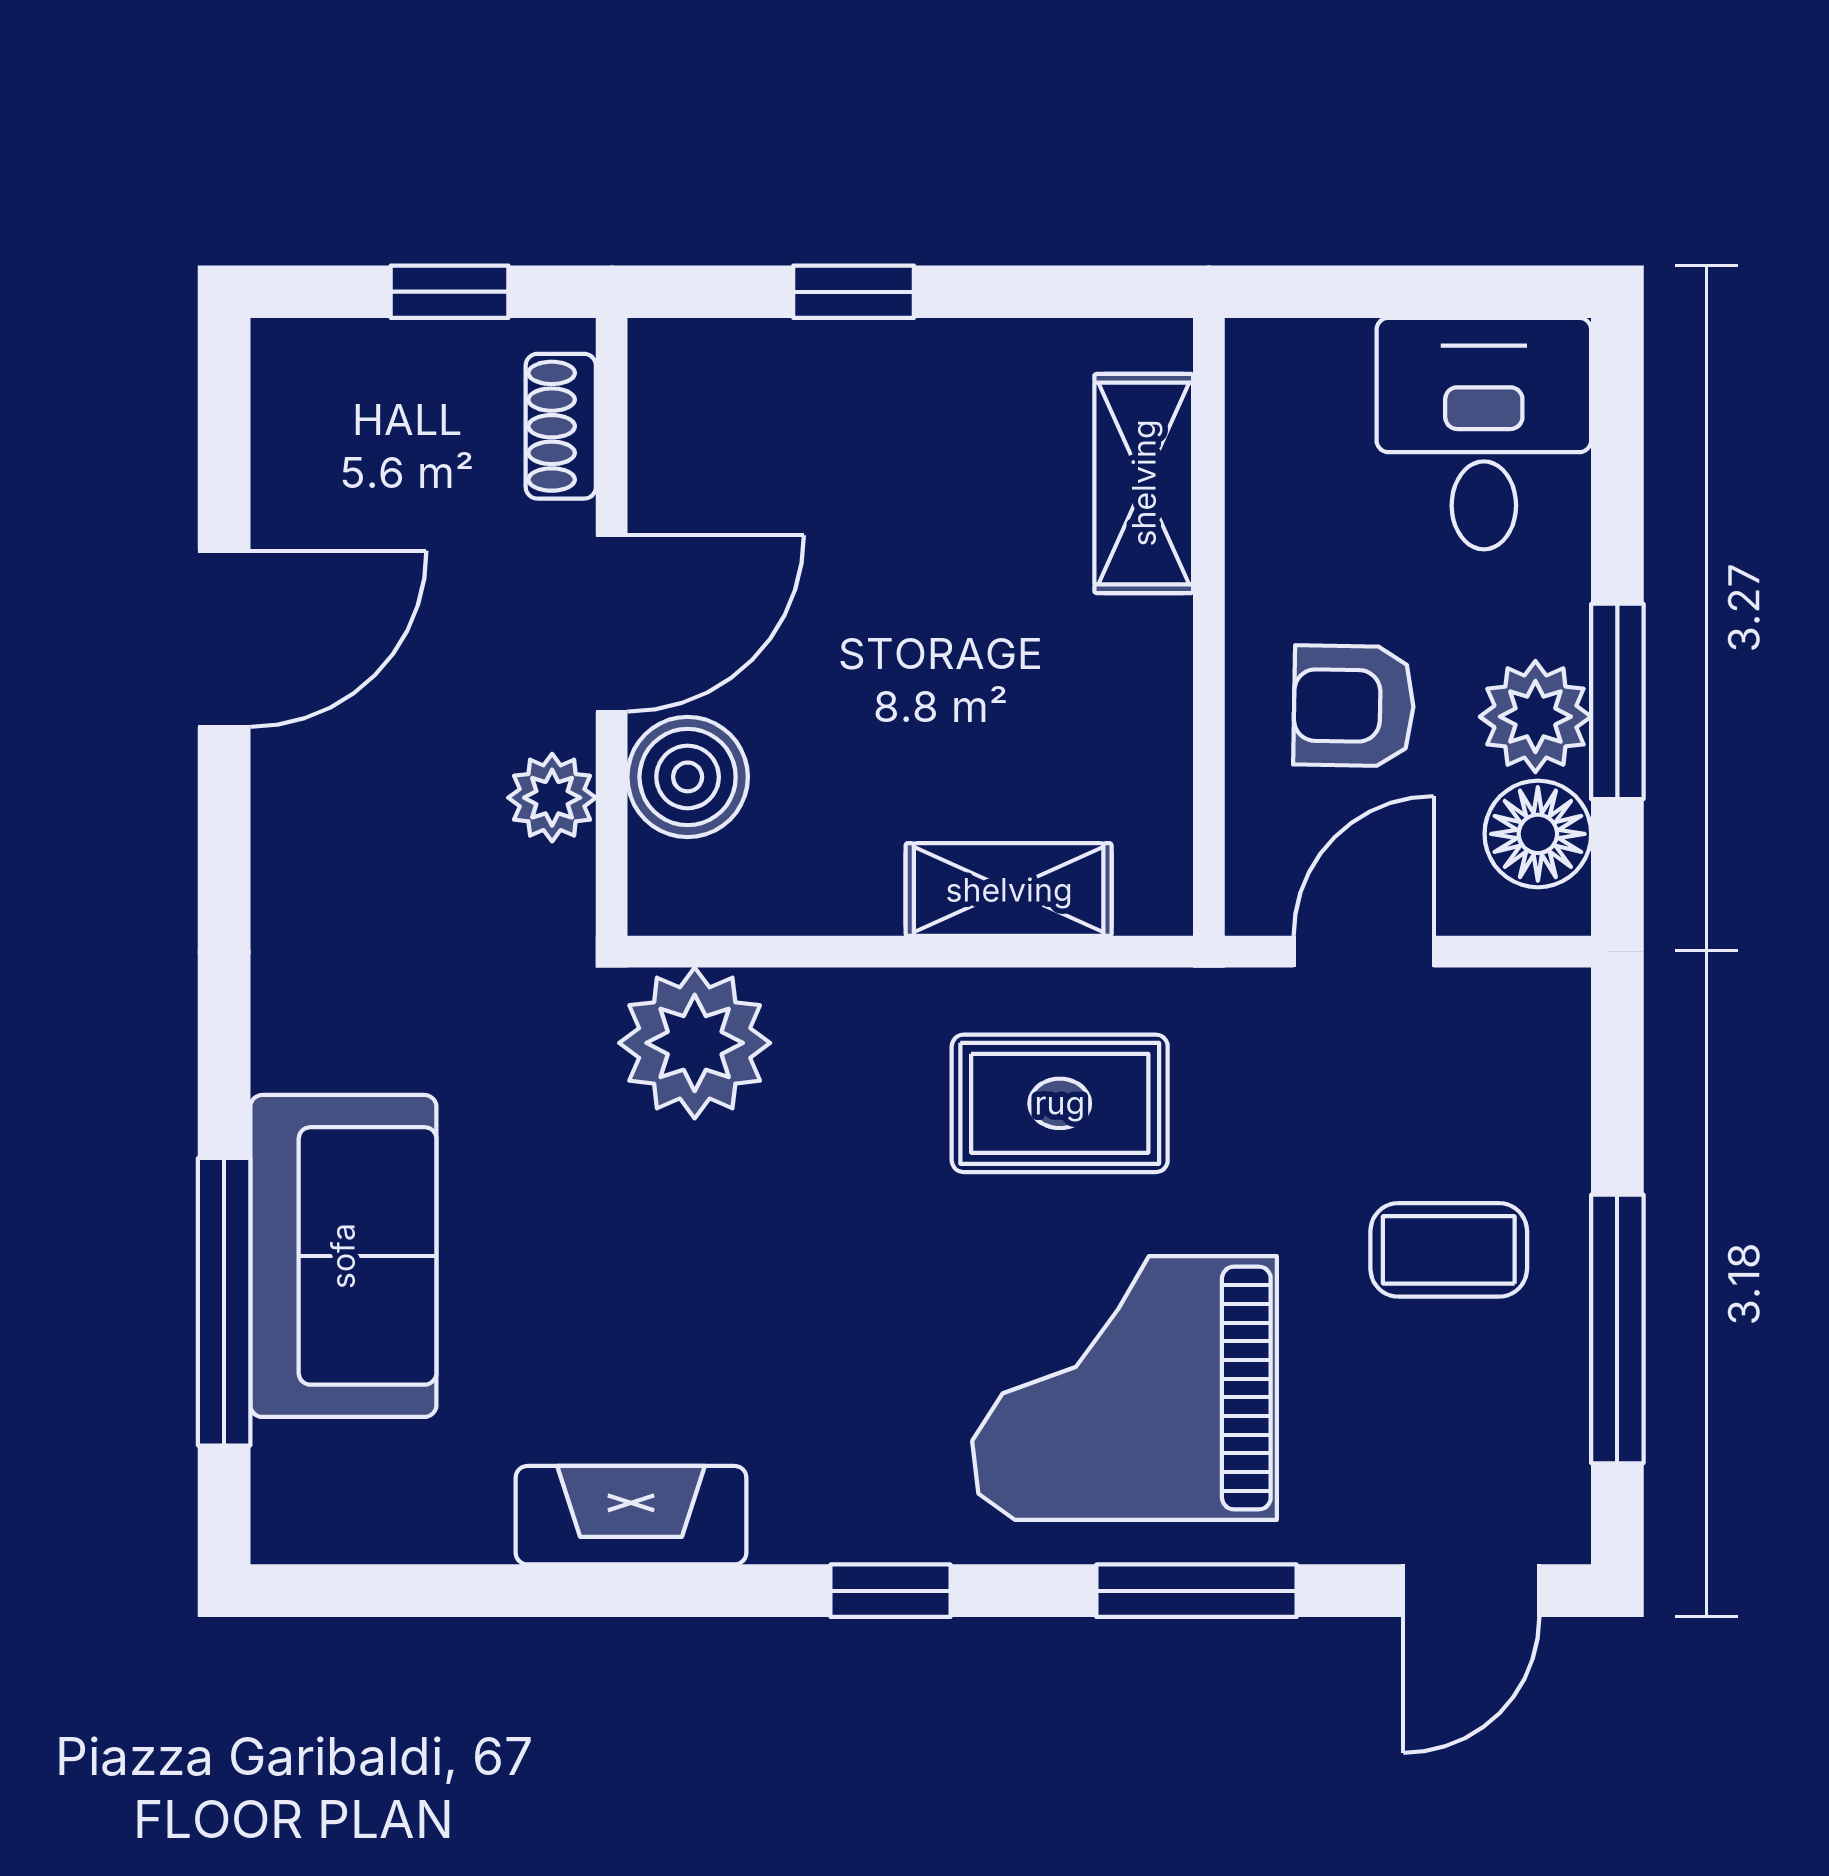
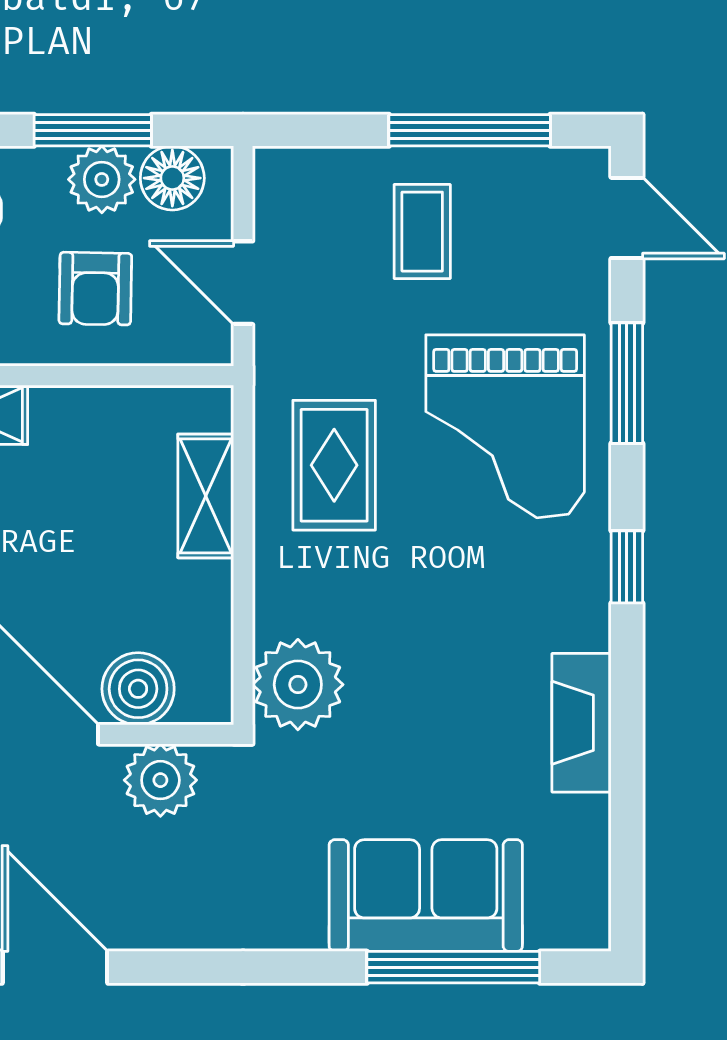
plant: (552, 798) -> (160, 780), width x1.38, depth x1.38

